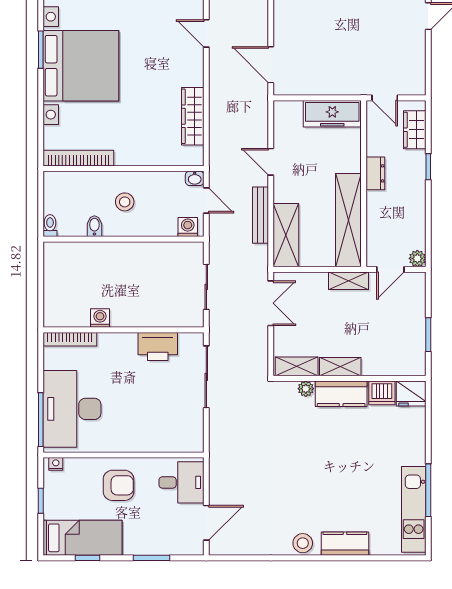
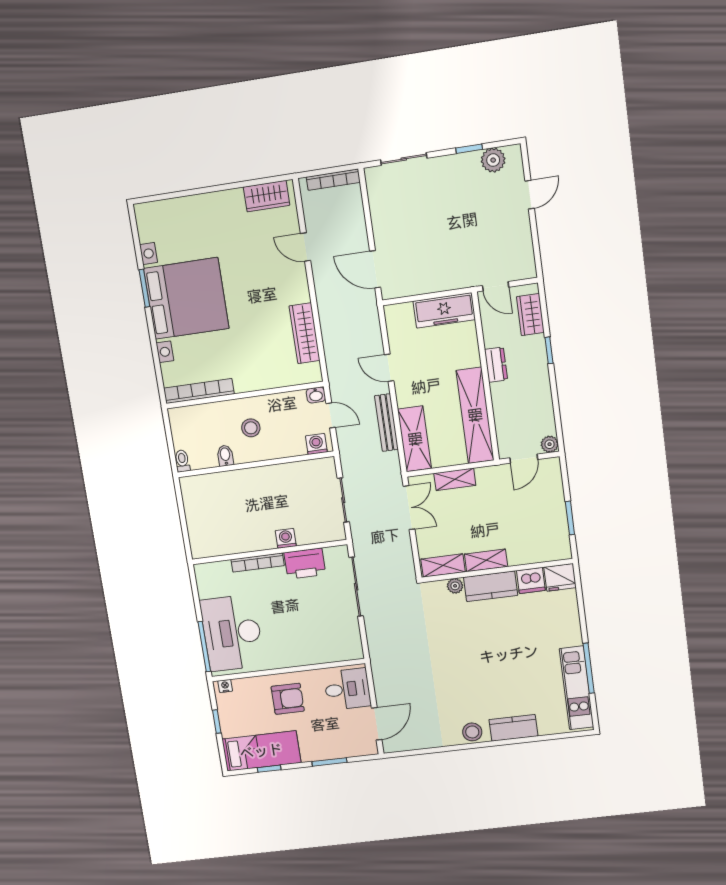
shelving: (349, 281) -> (455, 479), moved
washing machine: (100, 318) -> (286, 538), moved
bookcase: (70, 339) -> (258, 563), moved

